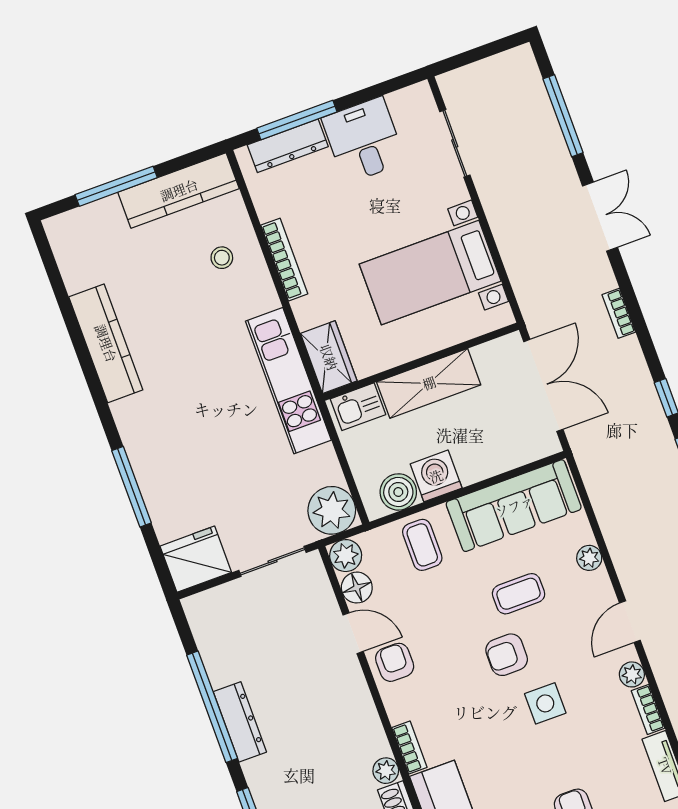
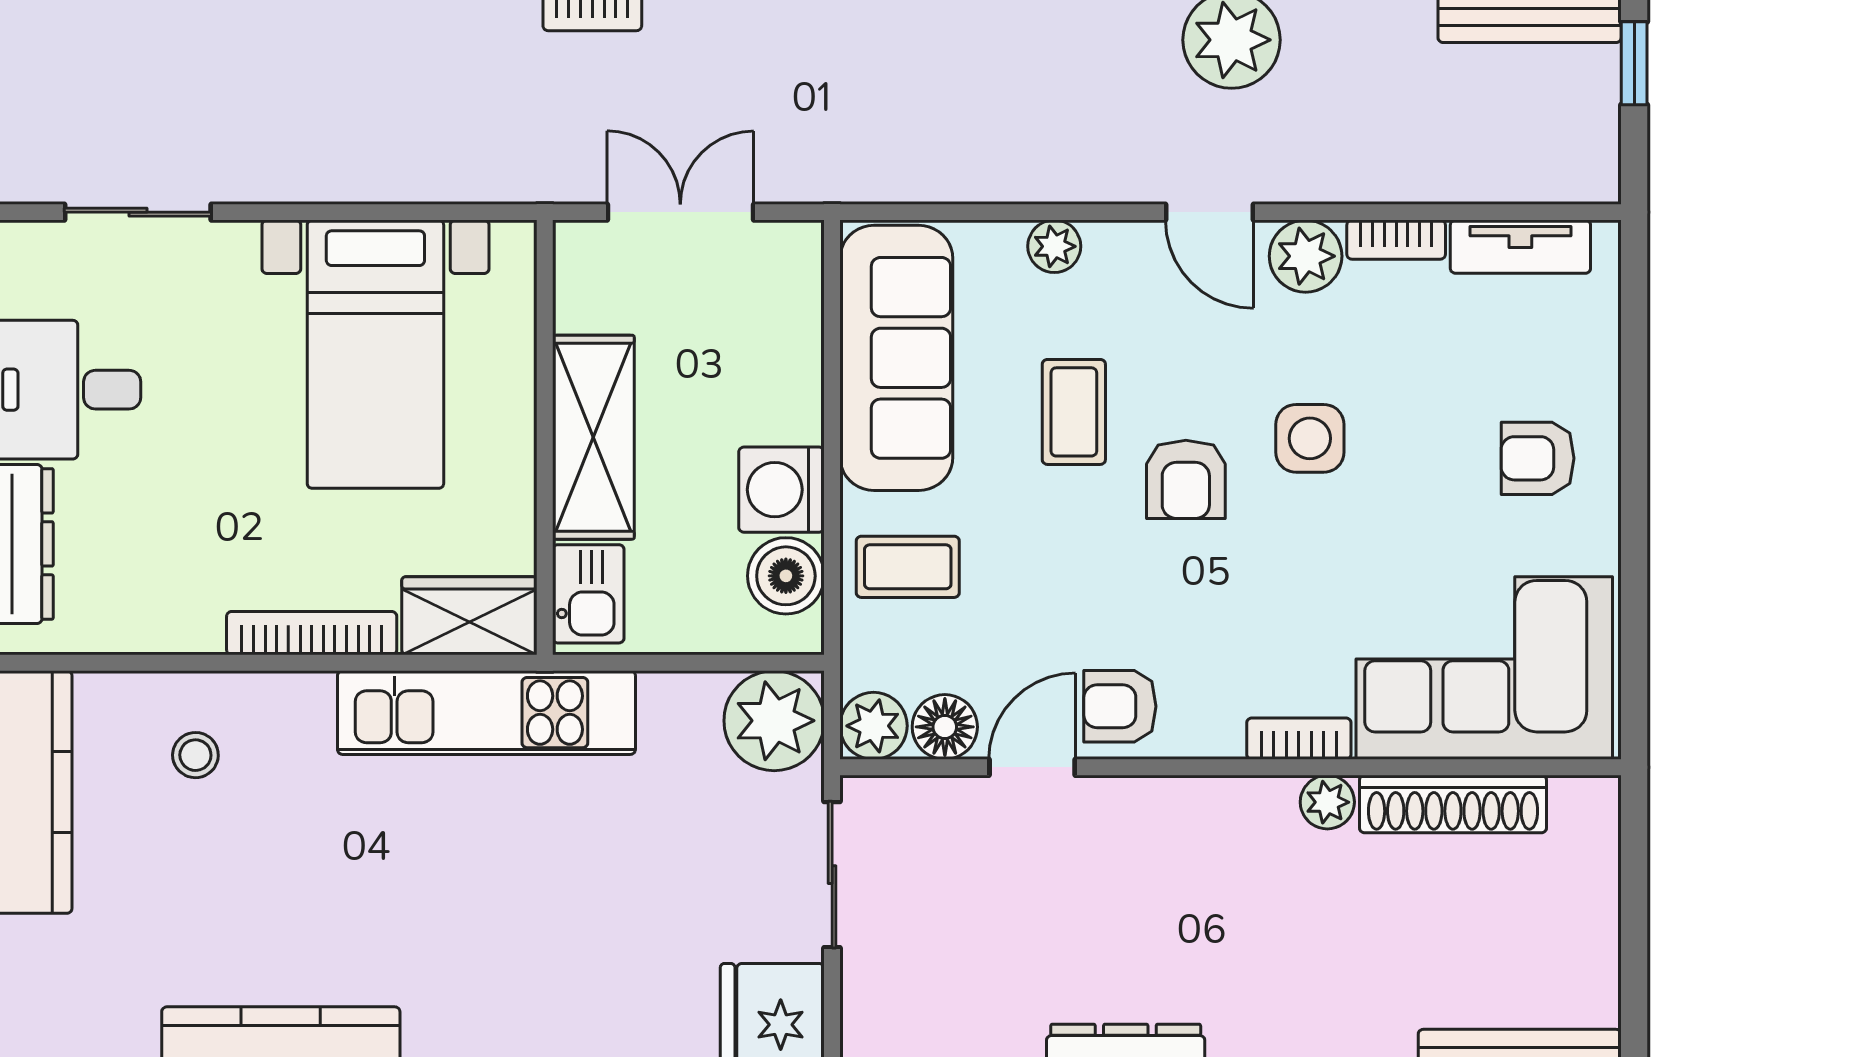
bookcase: (284, 260) -> (312, 633), moved
double door: (543, 385) -> (680, 212), width x0.73
plant: (632, 674) -> (1306, 256), width x1.38, depth x1.38

